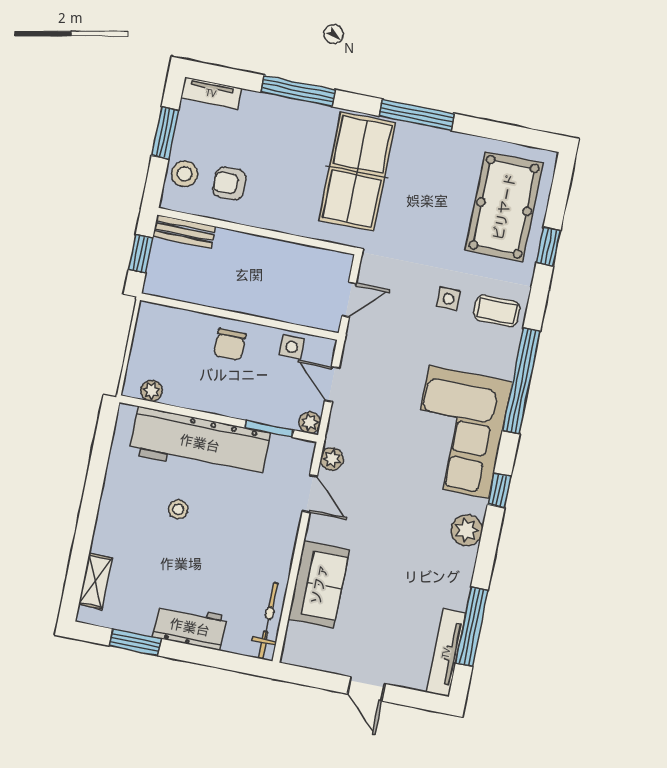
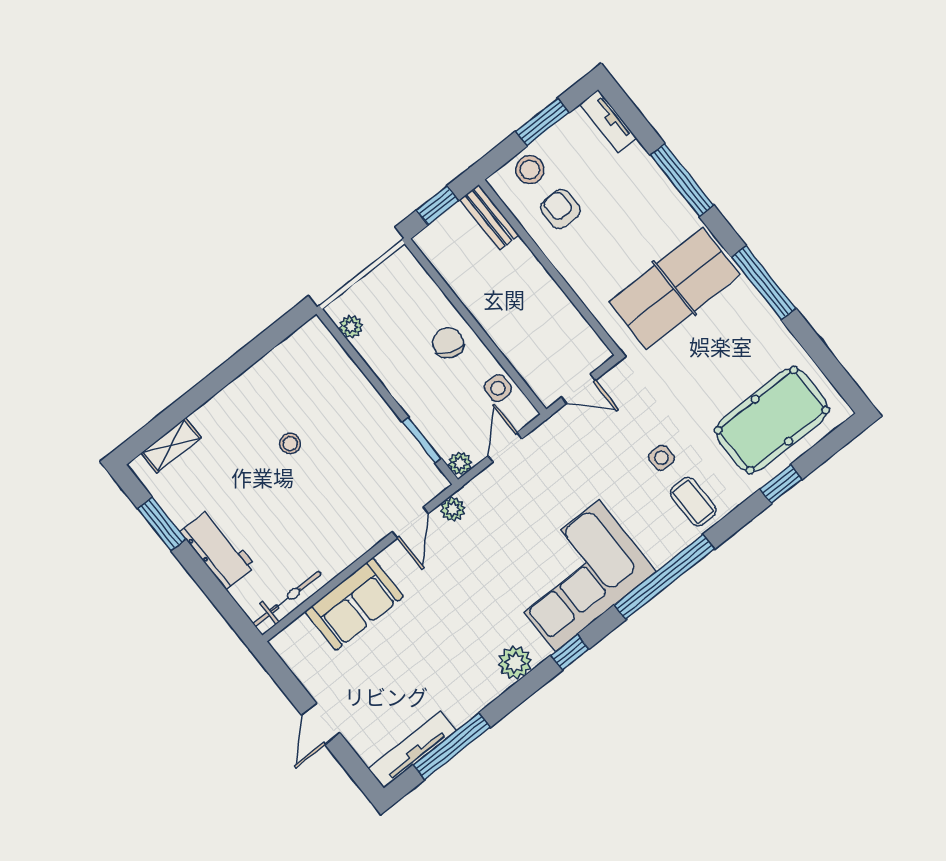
chair: (230, 344) -> (448, 343), turned 113
workbench: (200, 443) -> (354, 404), removed

